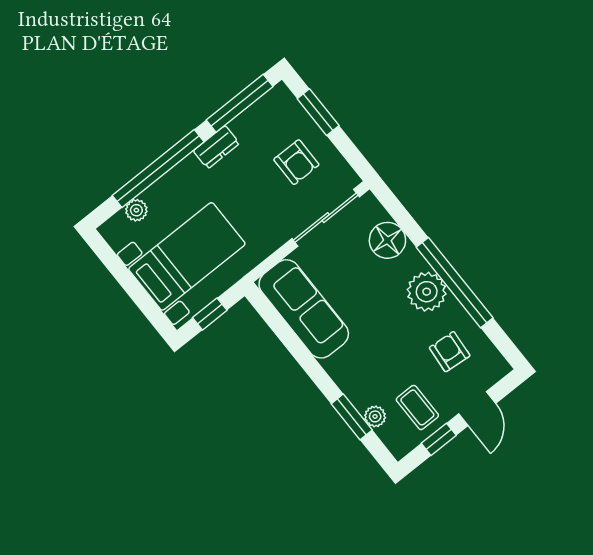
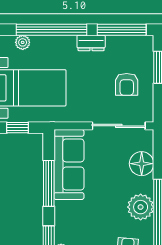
window: (298, 350) -> (49, 183), added

